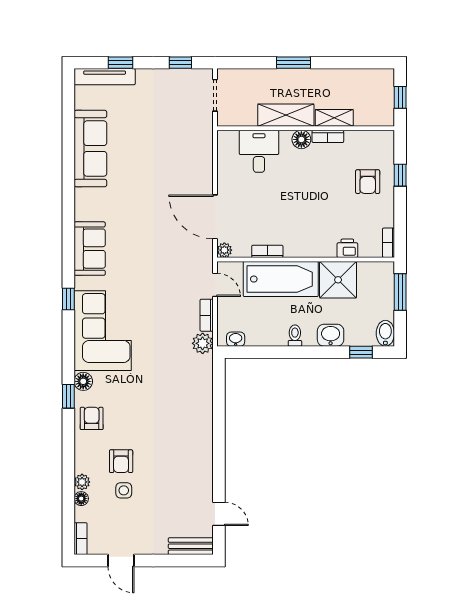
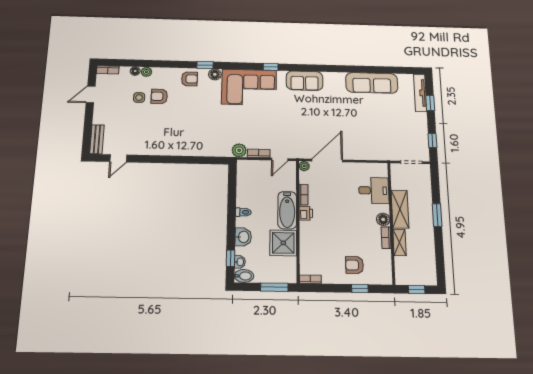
printer: (347, 248) -> (306, 213), moved
bathtub: (281, 279) -> (287, 210), width x0.73, depth x0.73
washbasin: (236, 339) -> (240, 262), moved

